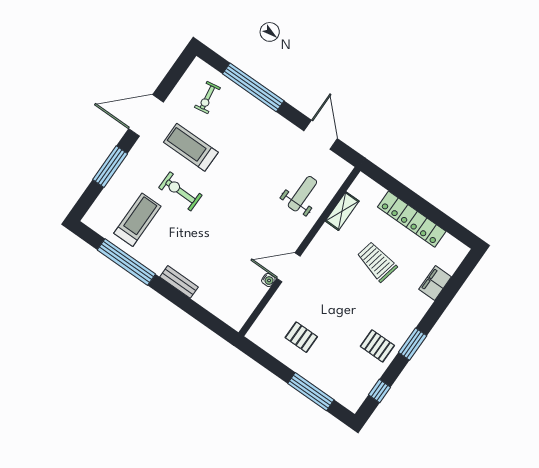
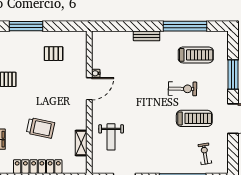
treadmill: (137, 220) -> (196, 55), turned -90

